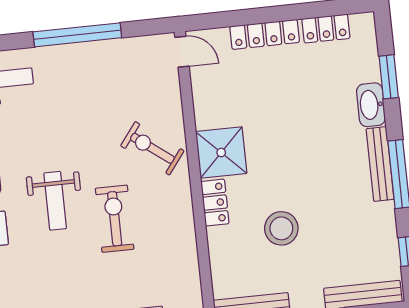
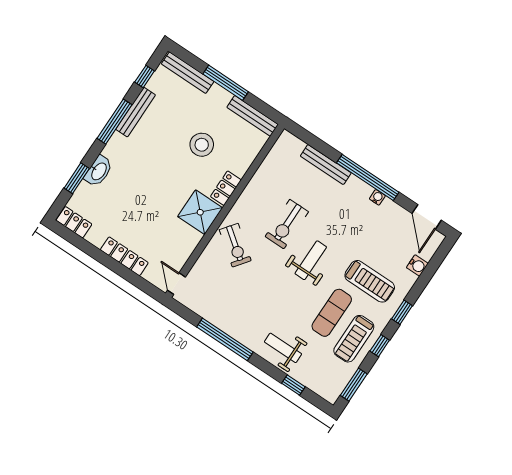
locker: (326, 28) -> (74, 222), moved
bench: (380, 164) -> (136, 112), moved

